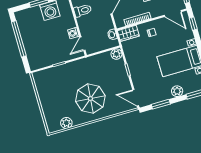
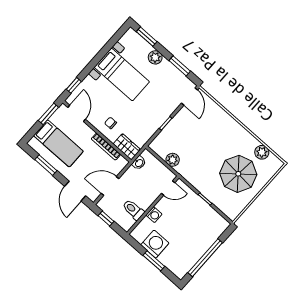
washing machine: (73, 33) -> (154, 215), moved
plant: (116, 54) -> (173, 160), moved
parasol: (90, 99) -> (238, 174), moved

